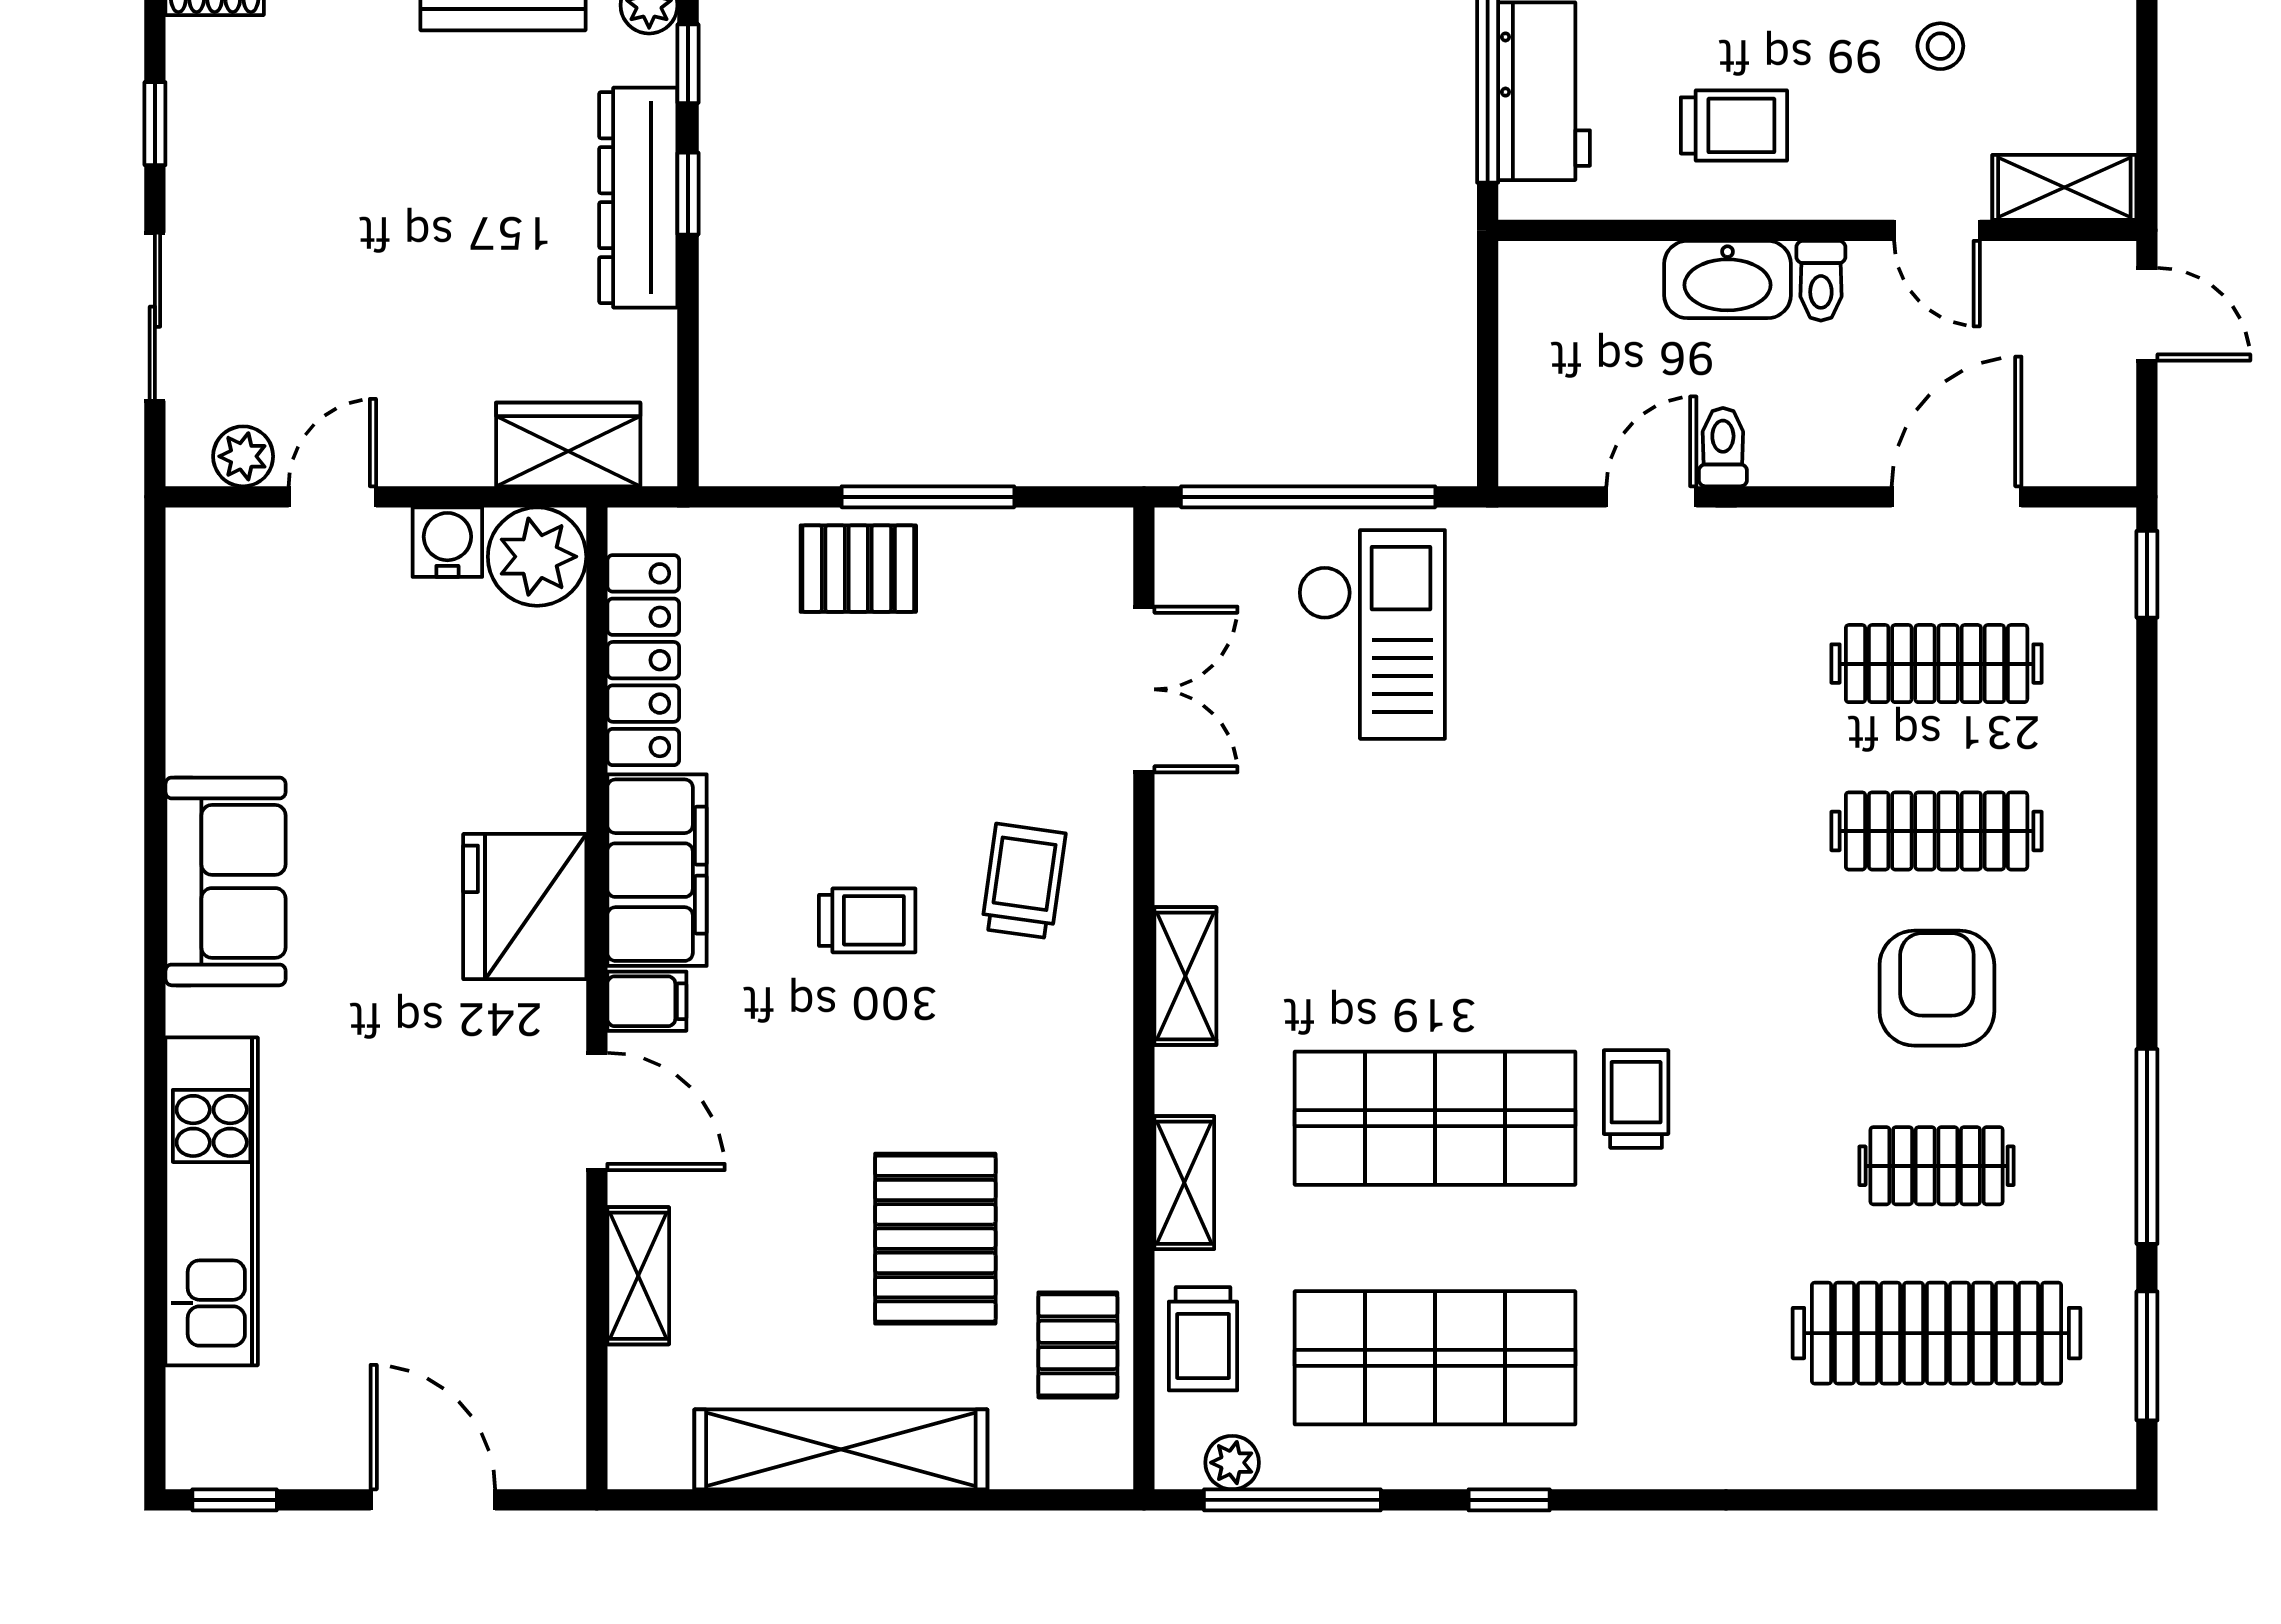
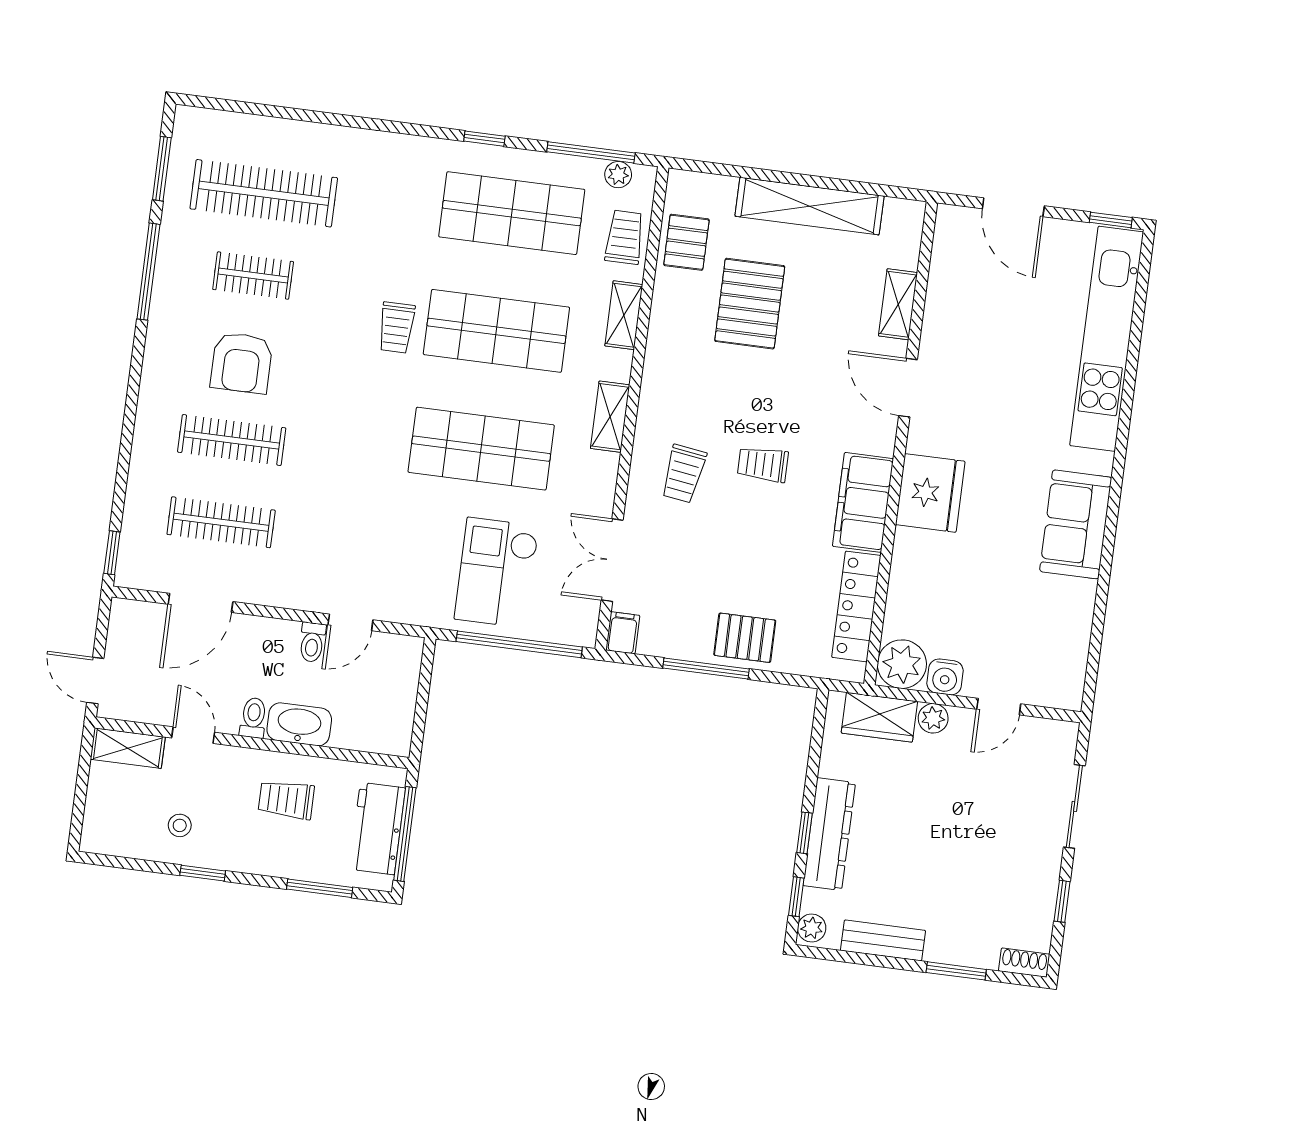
plant: (243, 456) -> (933, 718), moved
shop shelf: (1435, 879) -> (481, 449), added
filing cabinet: (647, 1001) -> (623, 633), moved, turned 90
kitchen unit: (212, 1201) -> (1107, 339), width x1.36

